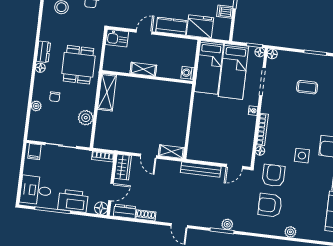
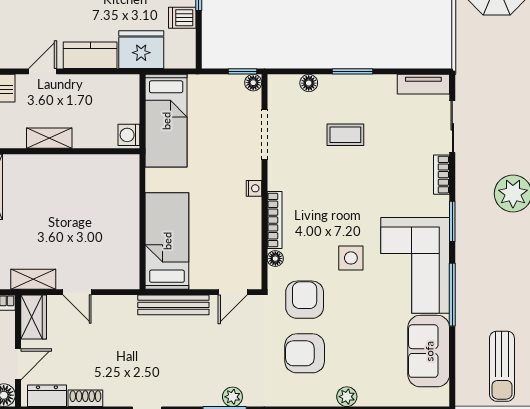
floor lamp: (272, 54) -> (309, 83), moved
bed: (234, 71) -> (167, 241), moved, turned 180
shelving: (171, 152) -> (33, 279), moved

